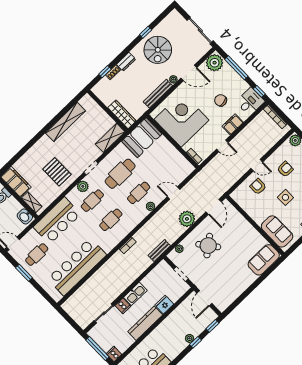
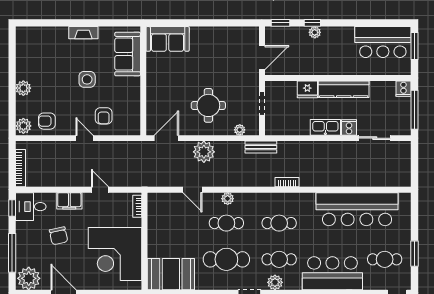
armchair: (285, 169) -> (47, 121), moved
round table: (208, 246) -> (208, 105), turned 38

